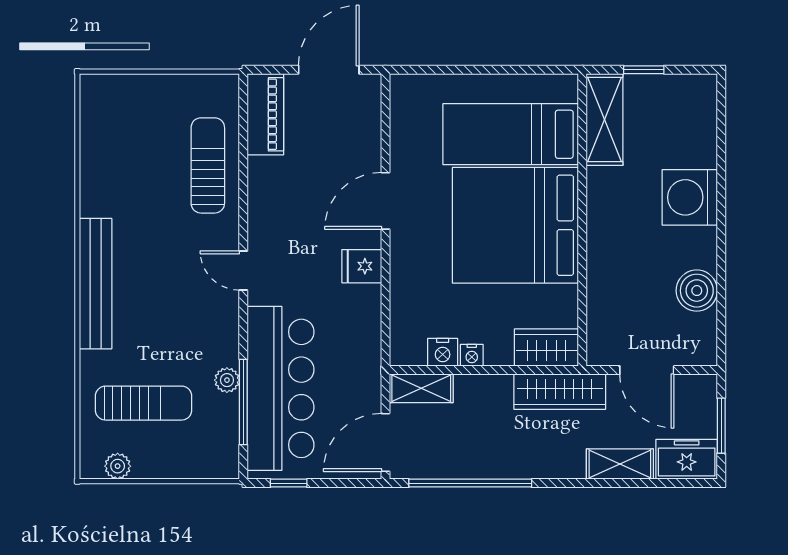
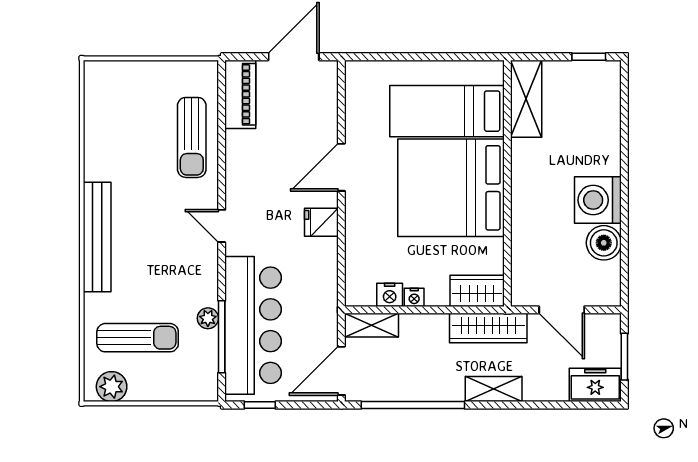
window: (644, 70) -> (589, 57), moved
sun lounger: (208, 165) -> (192, 137), turned 180
washing machine: (690, 197) -> (598, 200), moved
shelving: (620, 464) -> (494, 389), moved
plant: (118, 466) -> (112, 387), width x1.38, depth x1.38

